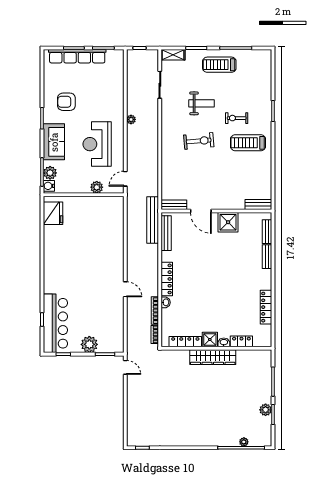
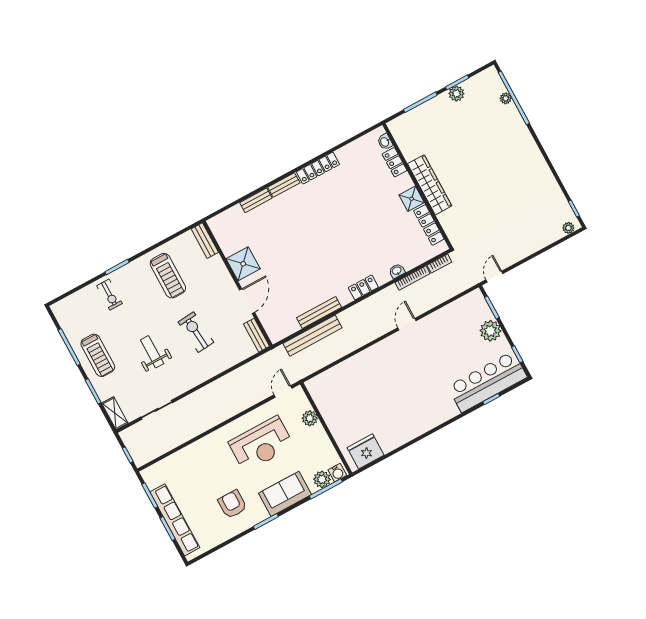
armchair: (66, 102) -> (232, 504), turned 180
exercise bike: (237, 118) -> (110, 295), moved
plant: (131, 119) -> (568, 228), moved
door: (125, 179) -> (283, 392), swing flipped
bench: (258, 204) -> (205, 241), moved
bench: (174, 205) -> (256, 335), moved
door: (201, 211) -> (247, 301), moved
wall: (216, 211) -> (238, 284), moved
shower: (228, 222) -> (243, 264), moved
locker: (167, 279) -> (363, 287), width x0.66
locker: (266, 307) -> (318, 168), moved
washbasin: (224, 342) -> (385, 142), moved

